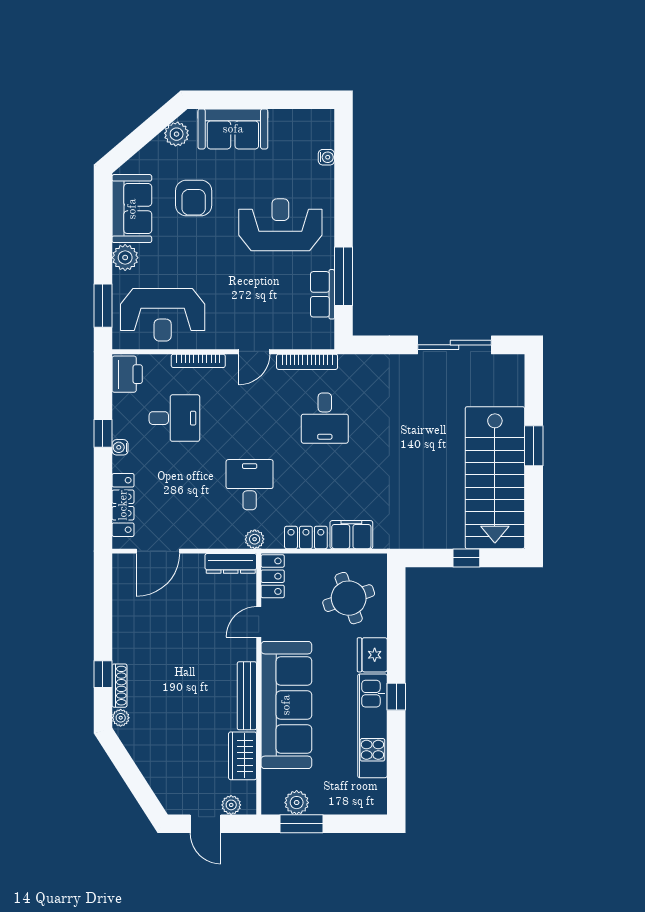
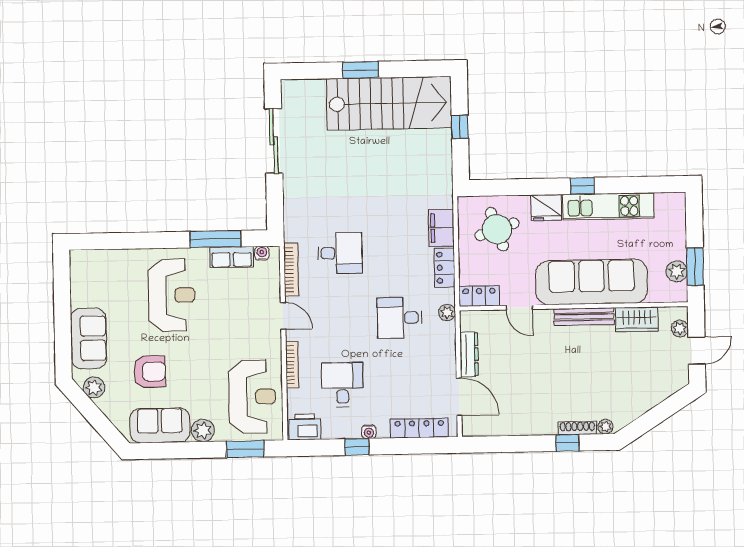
water cooler: (326, 157) -> (262, 253), moved
reception desk: (280, 225) -> (172, 295), turned 180
dresser: (231, 563) -> (469, 354), moved

